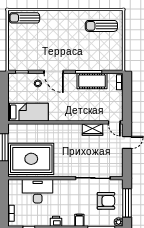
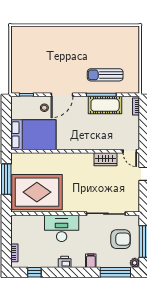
sun lounger: (24, 18) -> (29, 34), removed
sun lounger: (101, 26) -> (105, 75), moved
door: (54, 72) -> (62, 95), hinge flipped
bed: (28, 112) -> (33, 135), width x1.50
desk: (38, 191) -> (62, 228), moved

